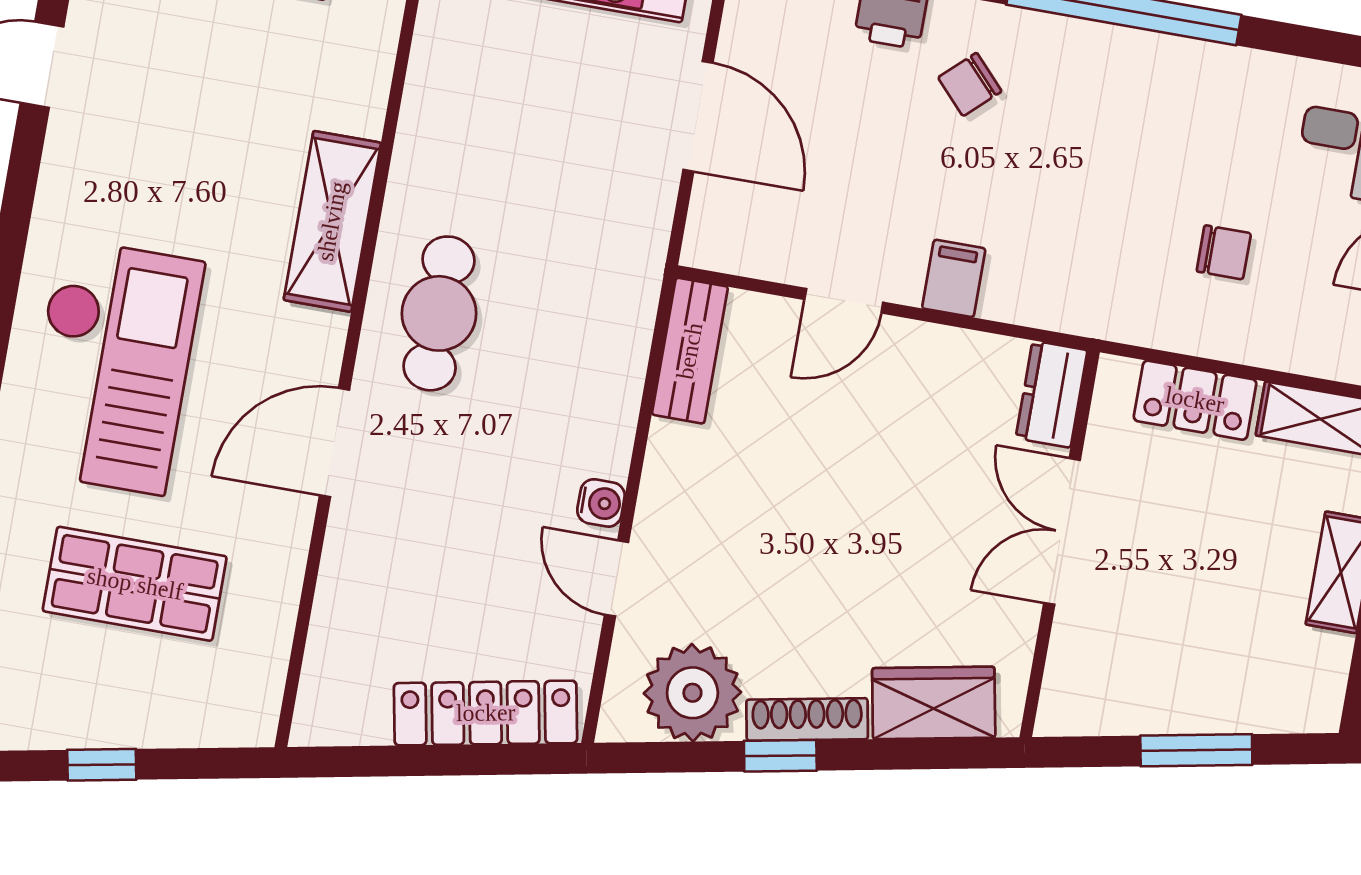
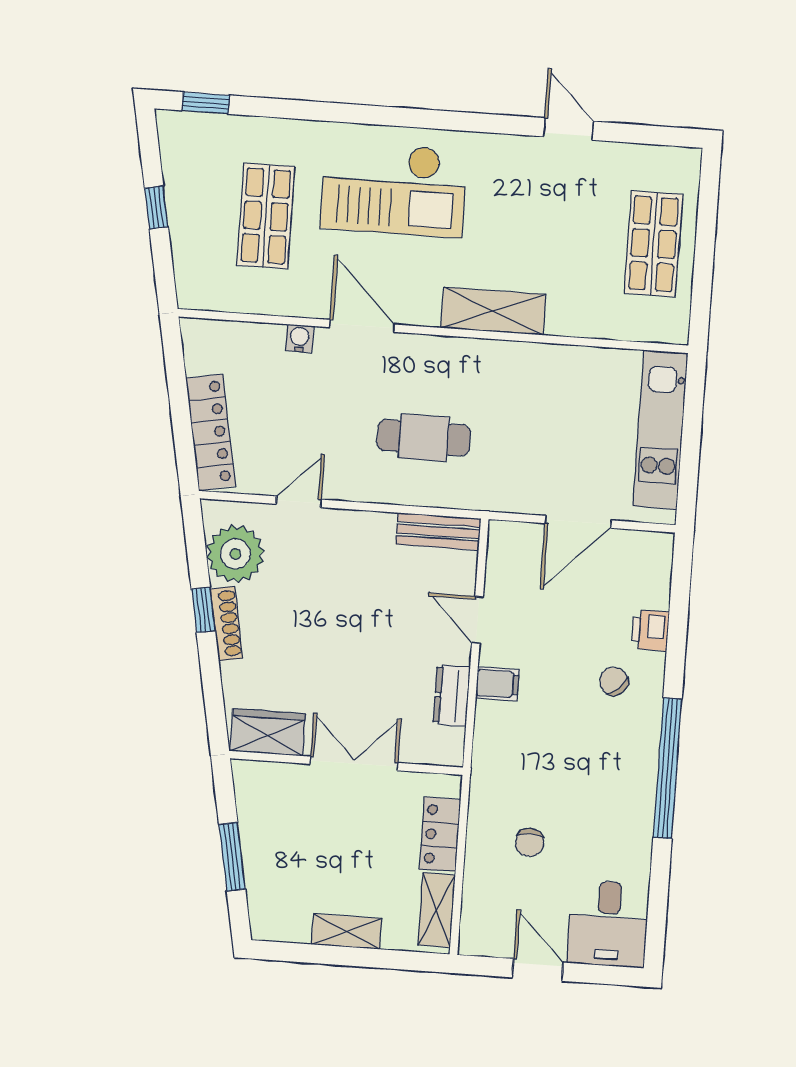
cafe table: (439, 313) -> (424, 438), moved
dresser: (1052, 394) -> (452, 696), moved, turned -90
water cooler: (601, 503) -> (299, 338), moved, turned 180
wardrobe: (934, 703) -> (268, 732), moved, turned -79

